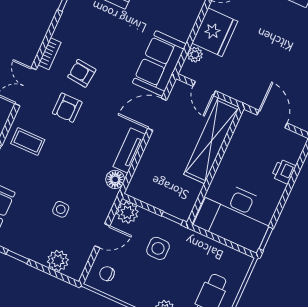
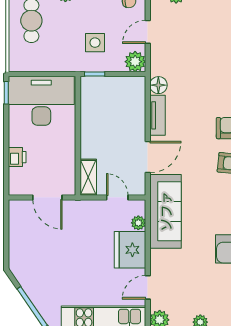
sofa: (159, 63) -> (166, 211), width x1.36
shelving: (212, 141) -> (88, 177), width x0.45, depth x0.75
side table: (61, 209) -> (193, 38), removed

